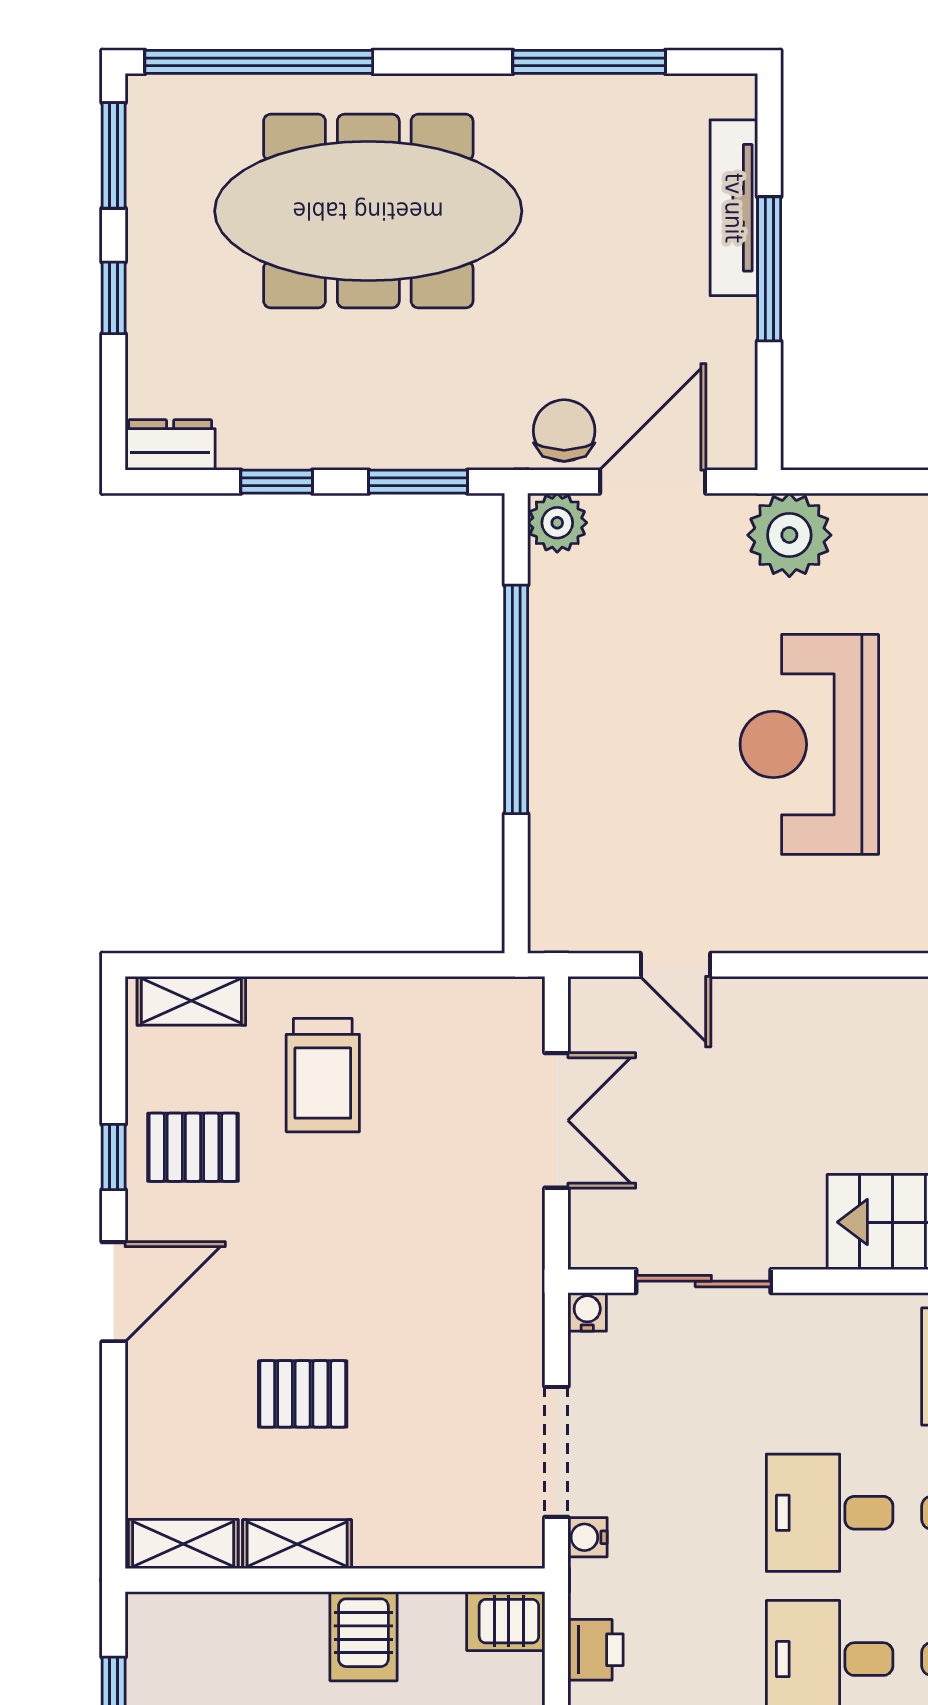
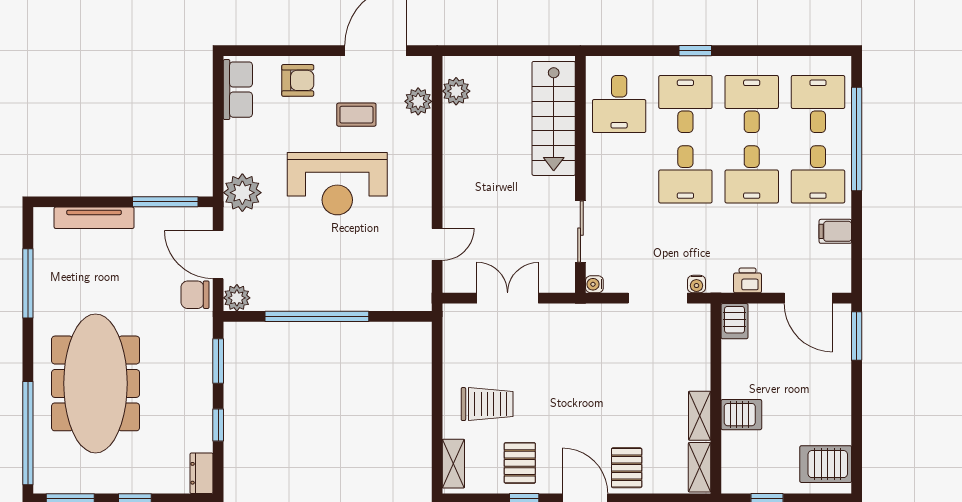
window: (769, 269) -> (165, 202), moved
pallet: (303, 1394) -> (627, 468), moved
server rack: (363, 1636) -> (741, 415), moved

